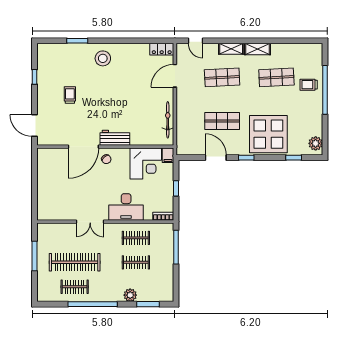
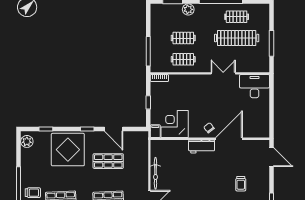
bicycle: (168, 120) -> (155, 173), moved
desk: (126, 207) -> (255, 86), moved

